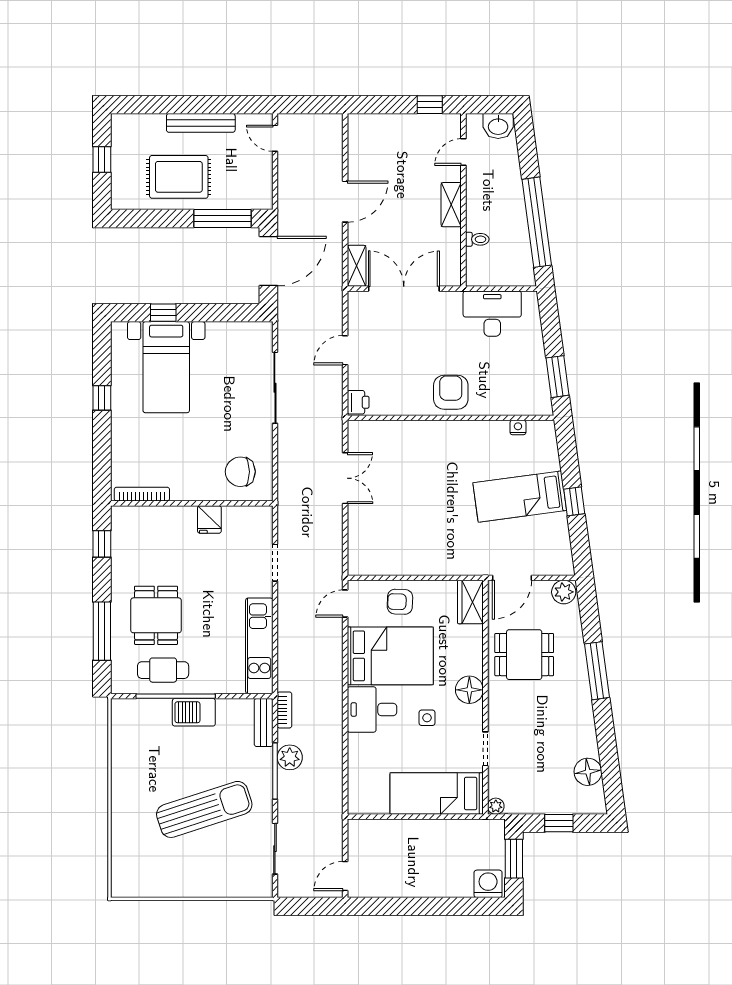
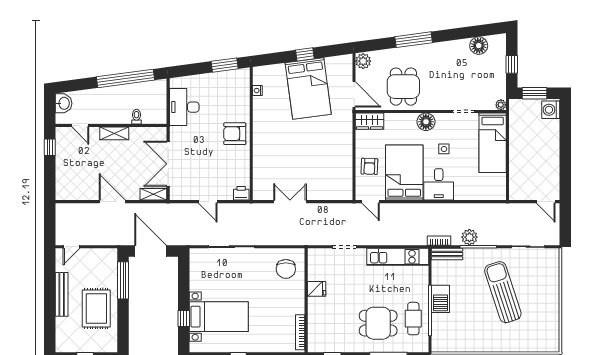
bed: (520, 497) -> (308, 88), width x1.50

